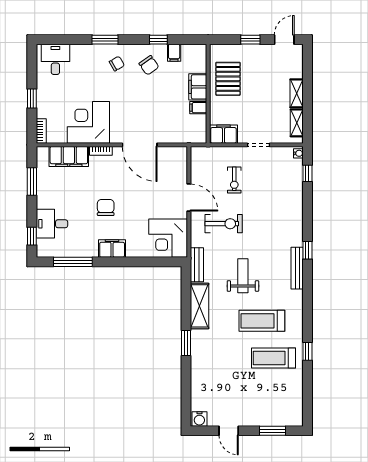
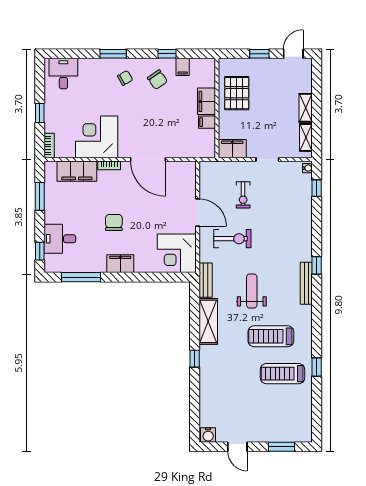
window: (186, 343) -> (195, 359), width x0.67

